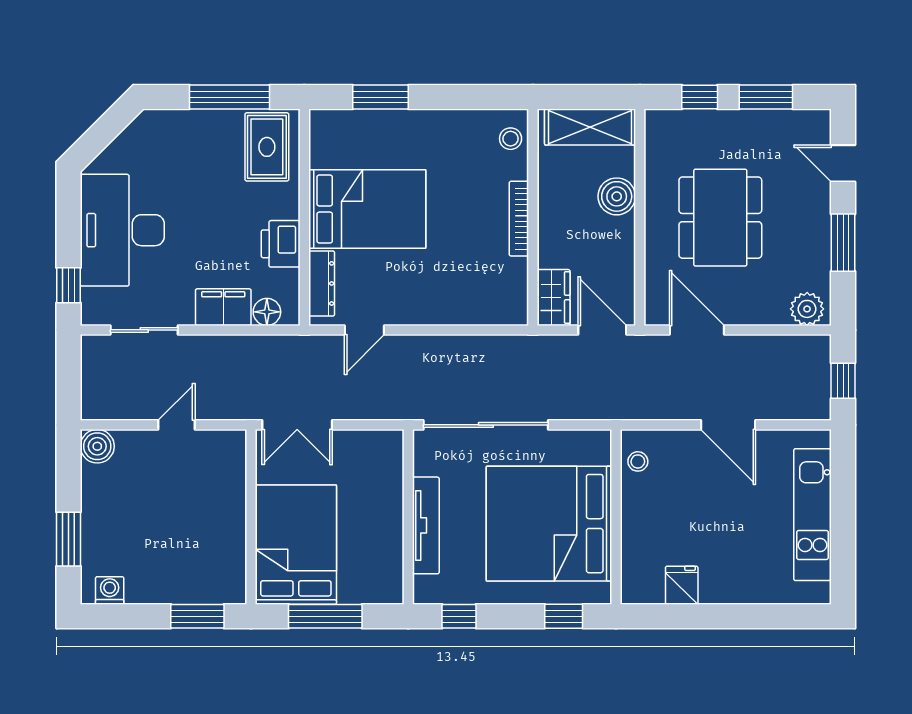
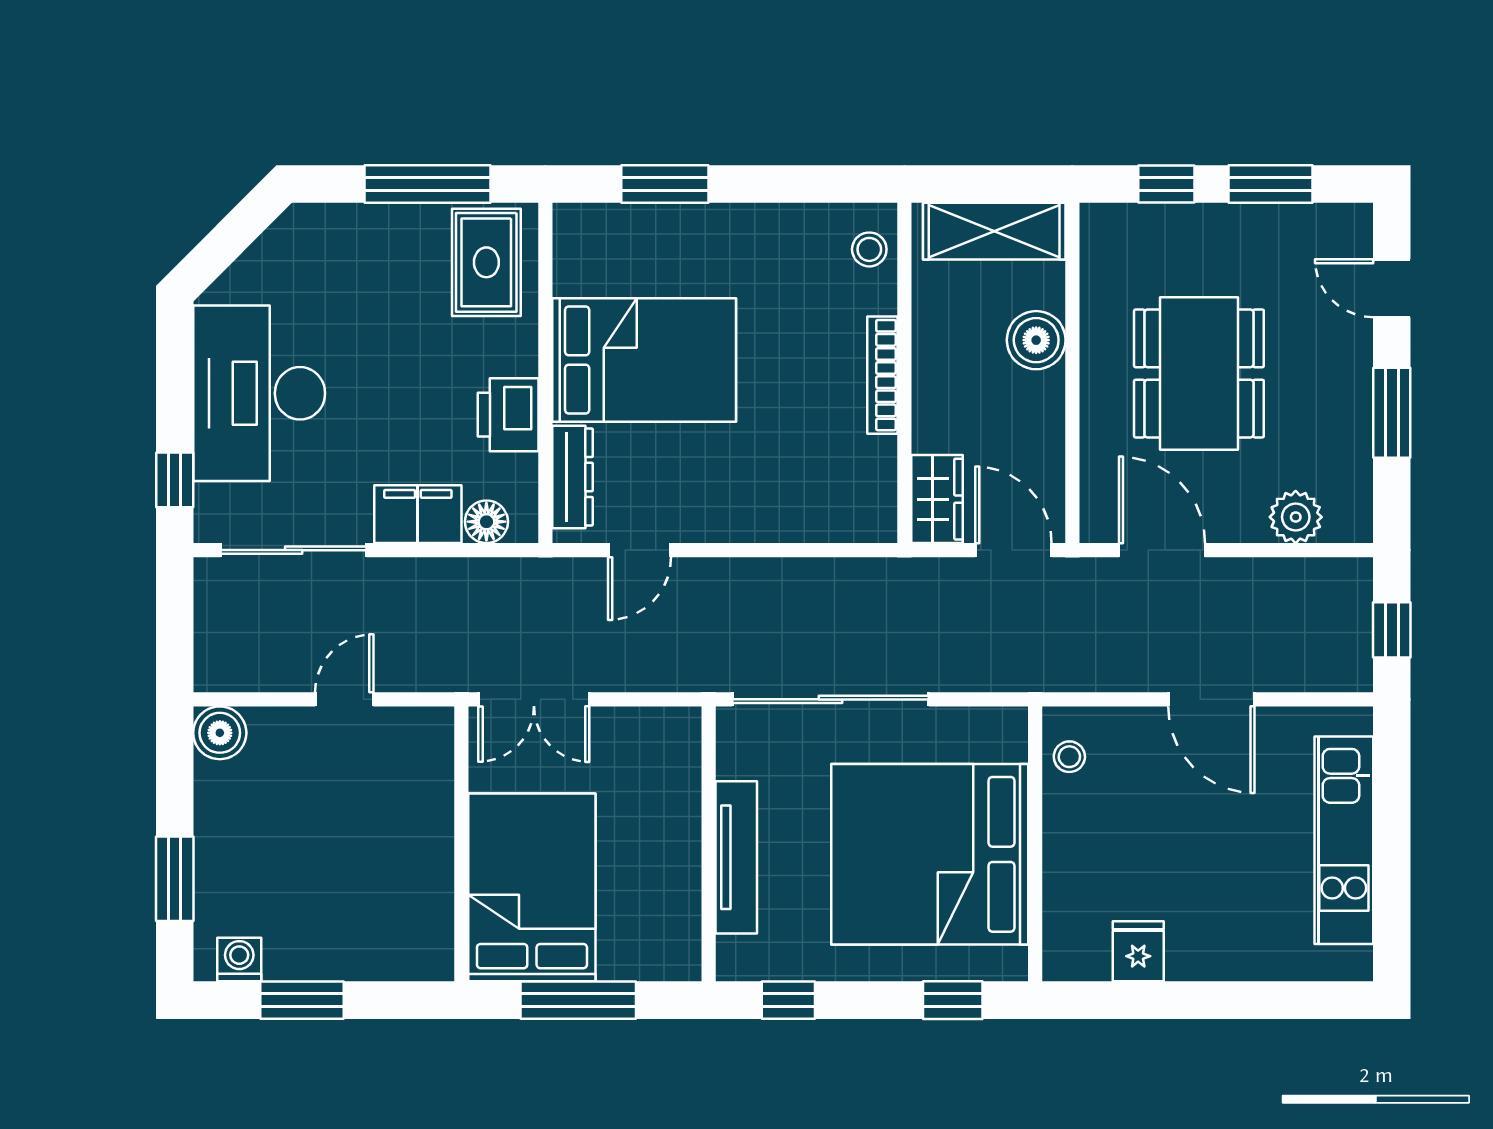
plant: (807, 309) -> (1296, 517), moved
sliding door: (144, 330) -> (294, 550), width x1.37
window: (197, 616) -> (302, 1000), moved

